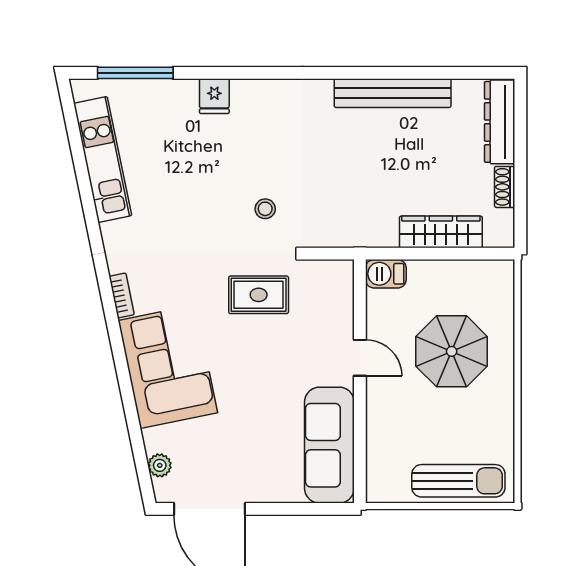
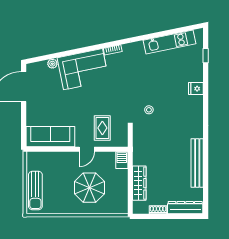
window: (135, 73) -> (206, 56), width x0.46
rug: (259, 295) -> (102, 128), moved
plant: (160, 465) -> (52, 64), moved

